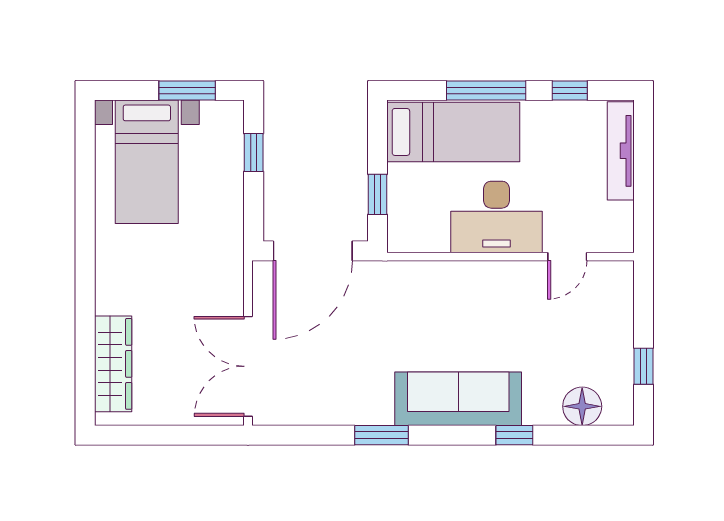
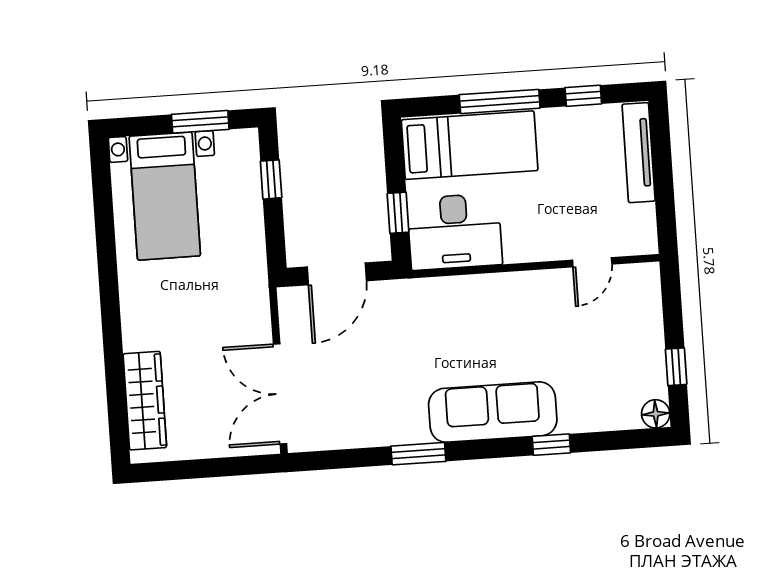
desk: (497, 217) -> (455, 232), moved
door: (313, 251) -> (337, 274), width x0.73
floor lamp: (582, 406) -> (656, 414), moved, width x0.73, depth x0.73

